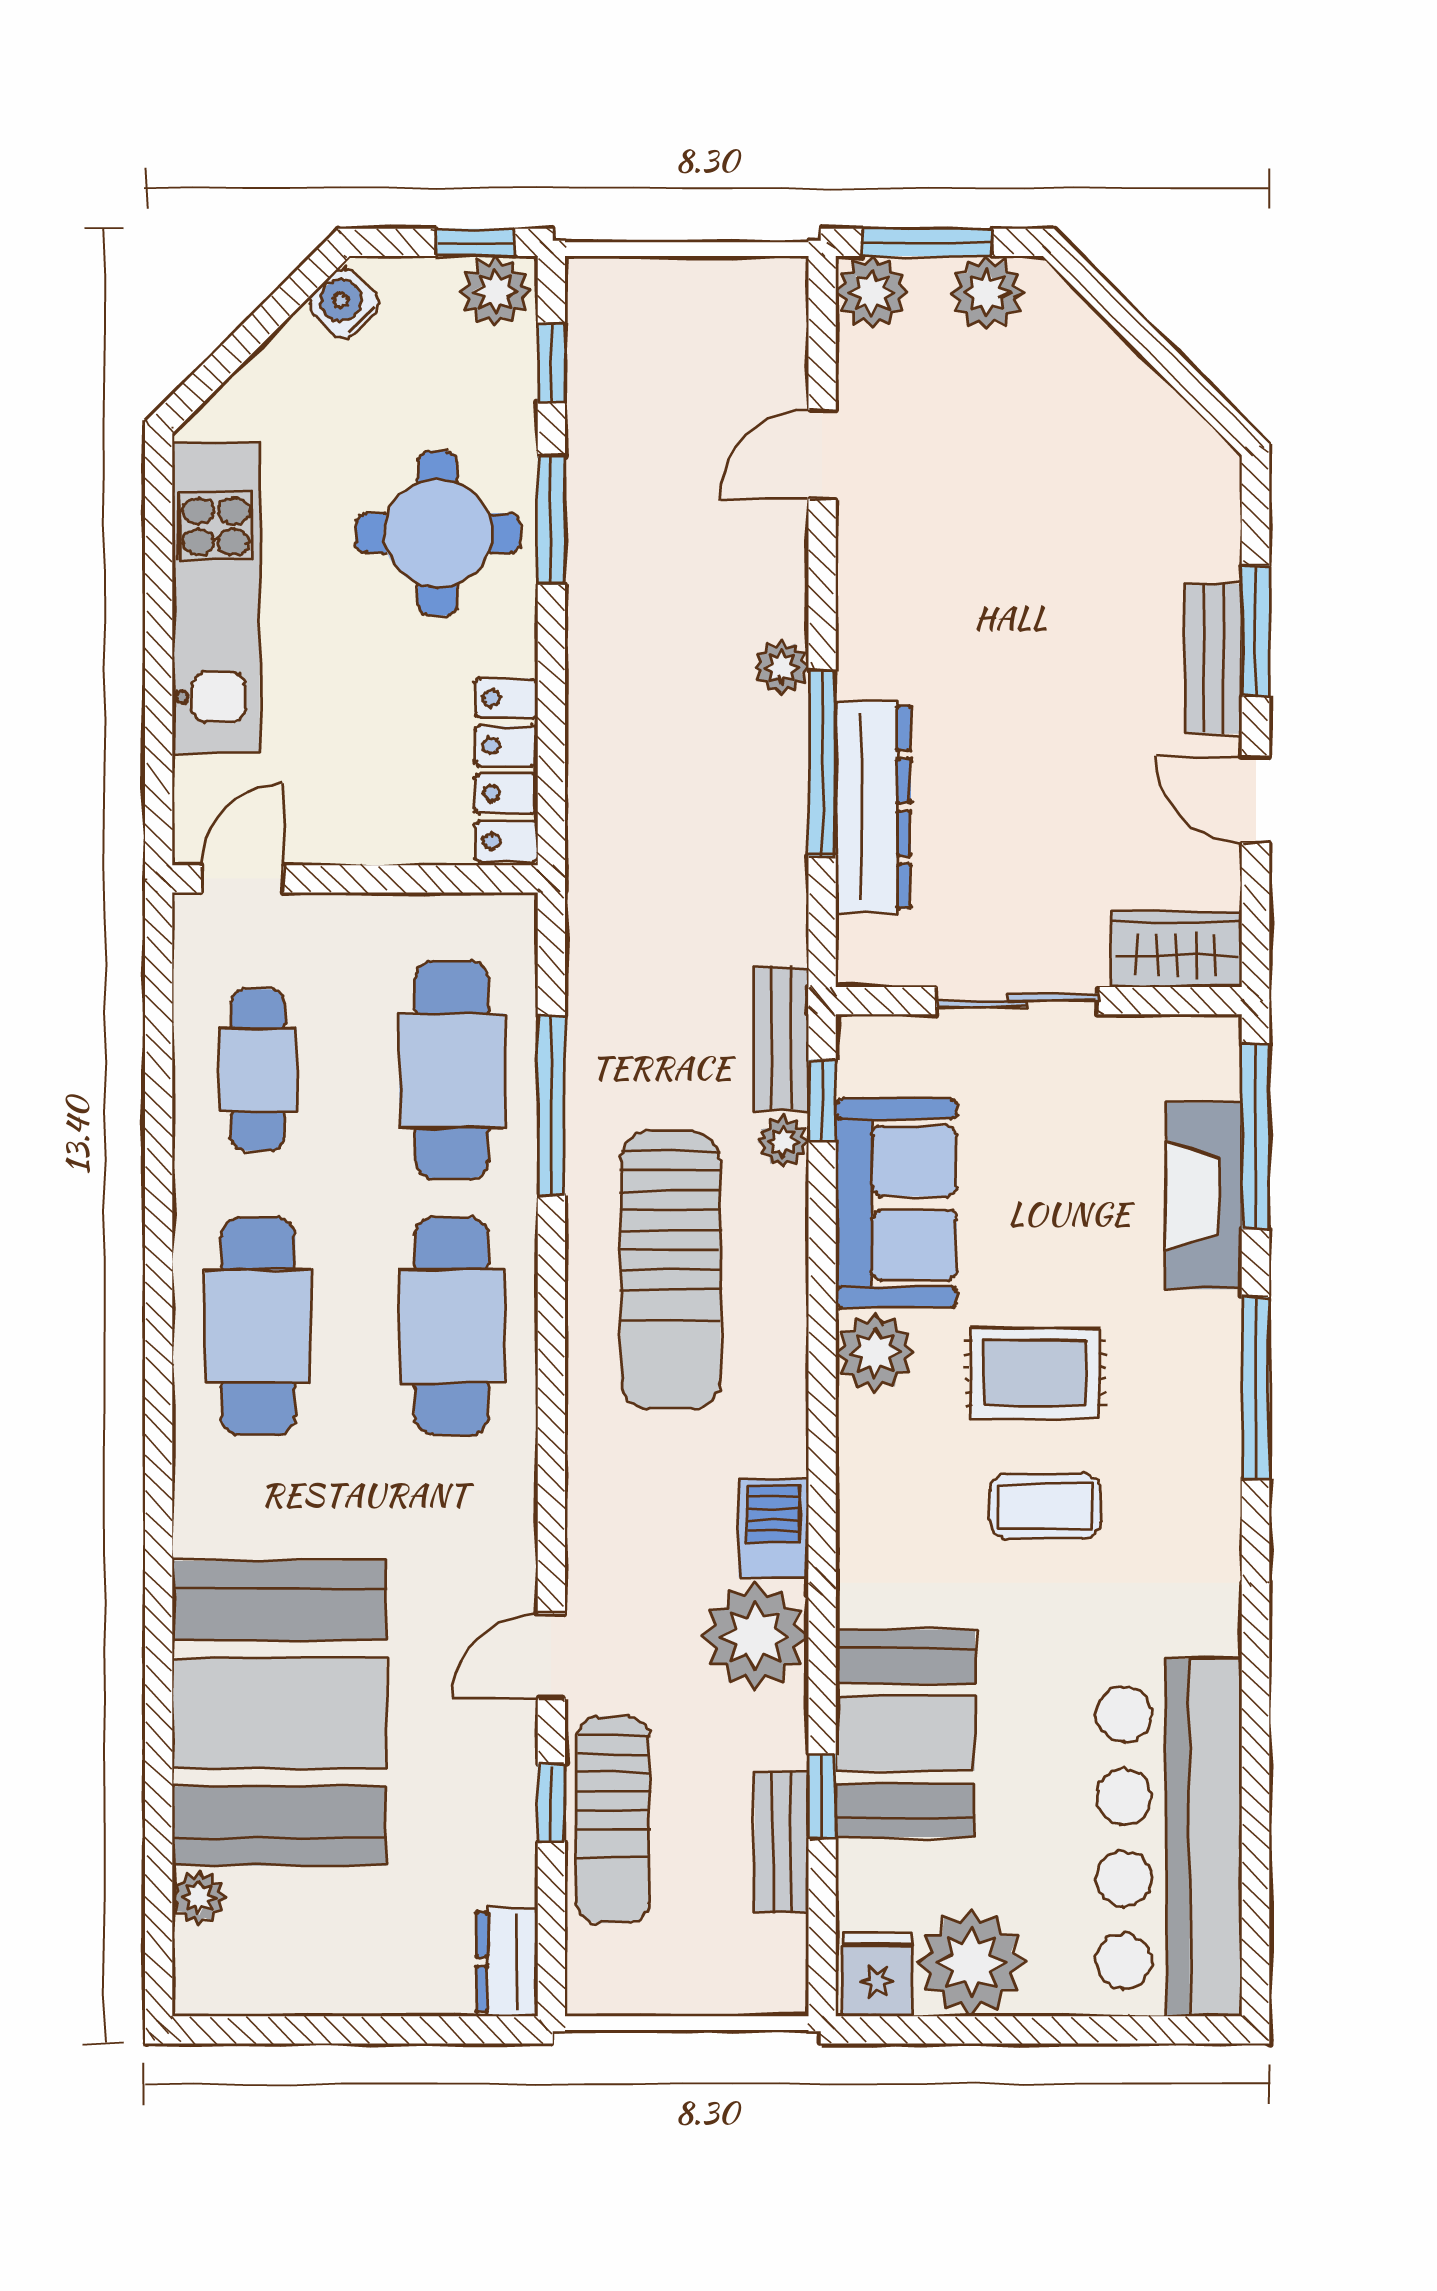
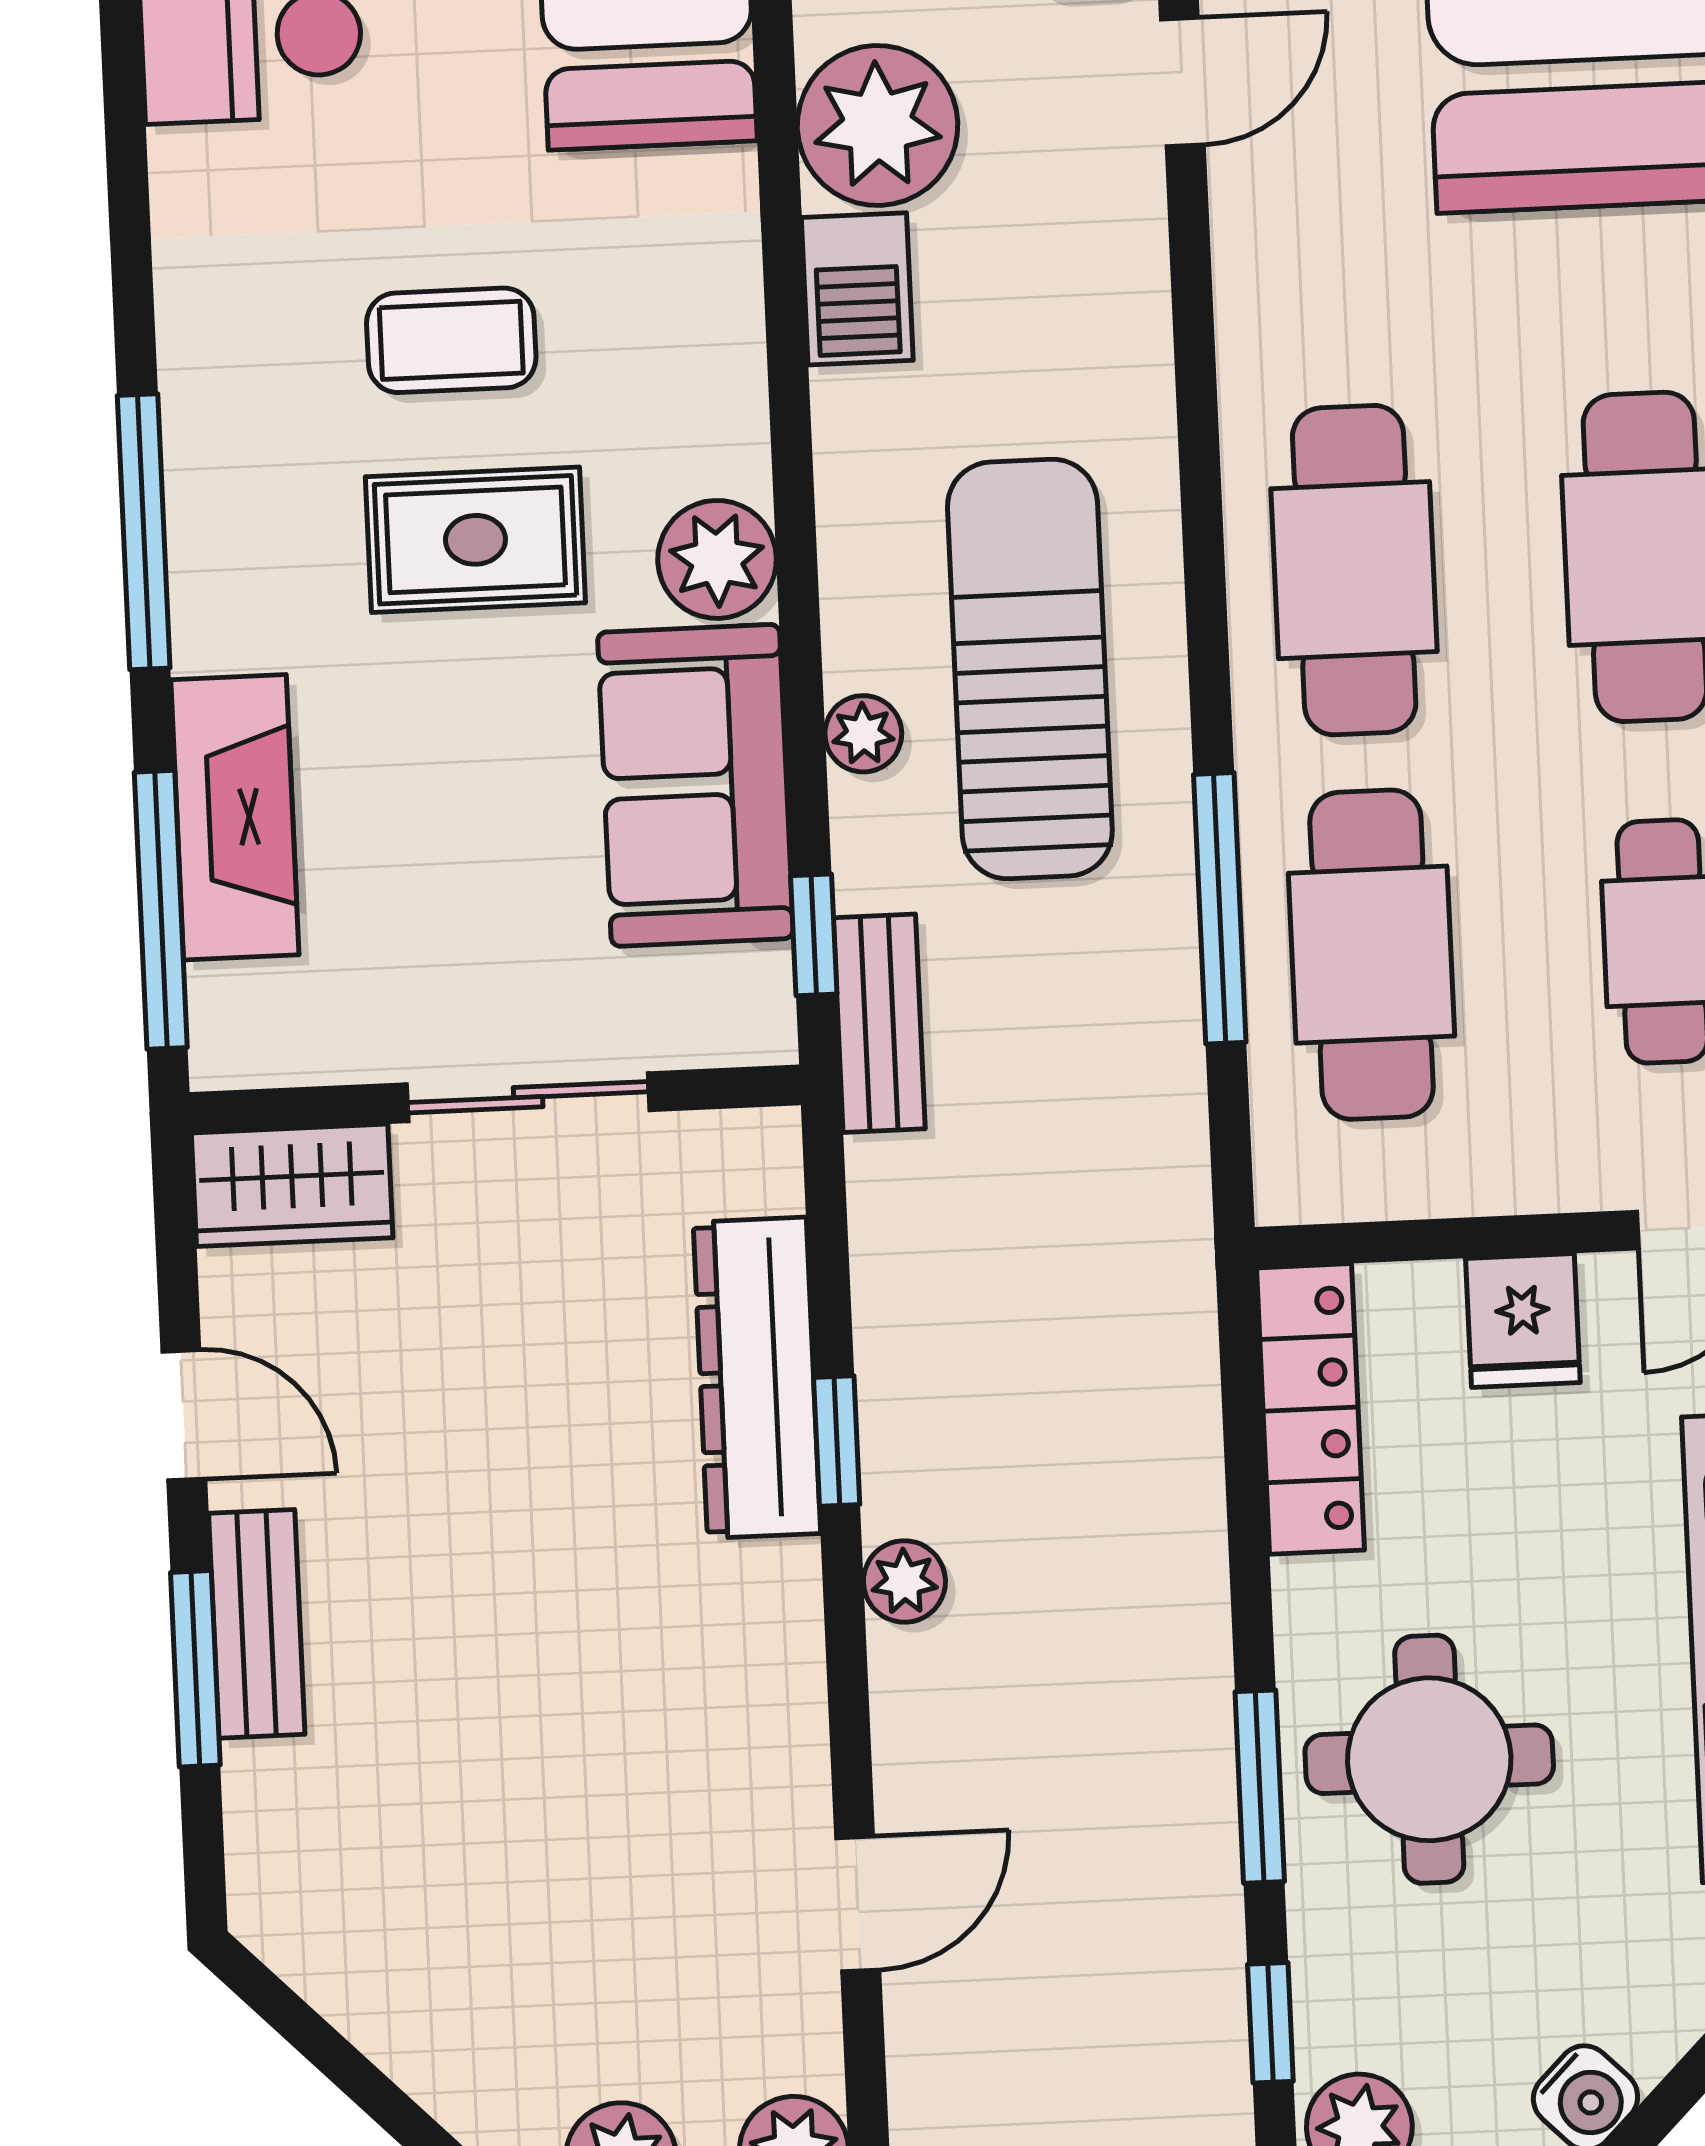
window: (822, 763) -> (837, 1441), width x0.46
fridge: (362, 822) -> (1523, 1321), added
plant: (783, 1142) -> (863, 734), moved

